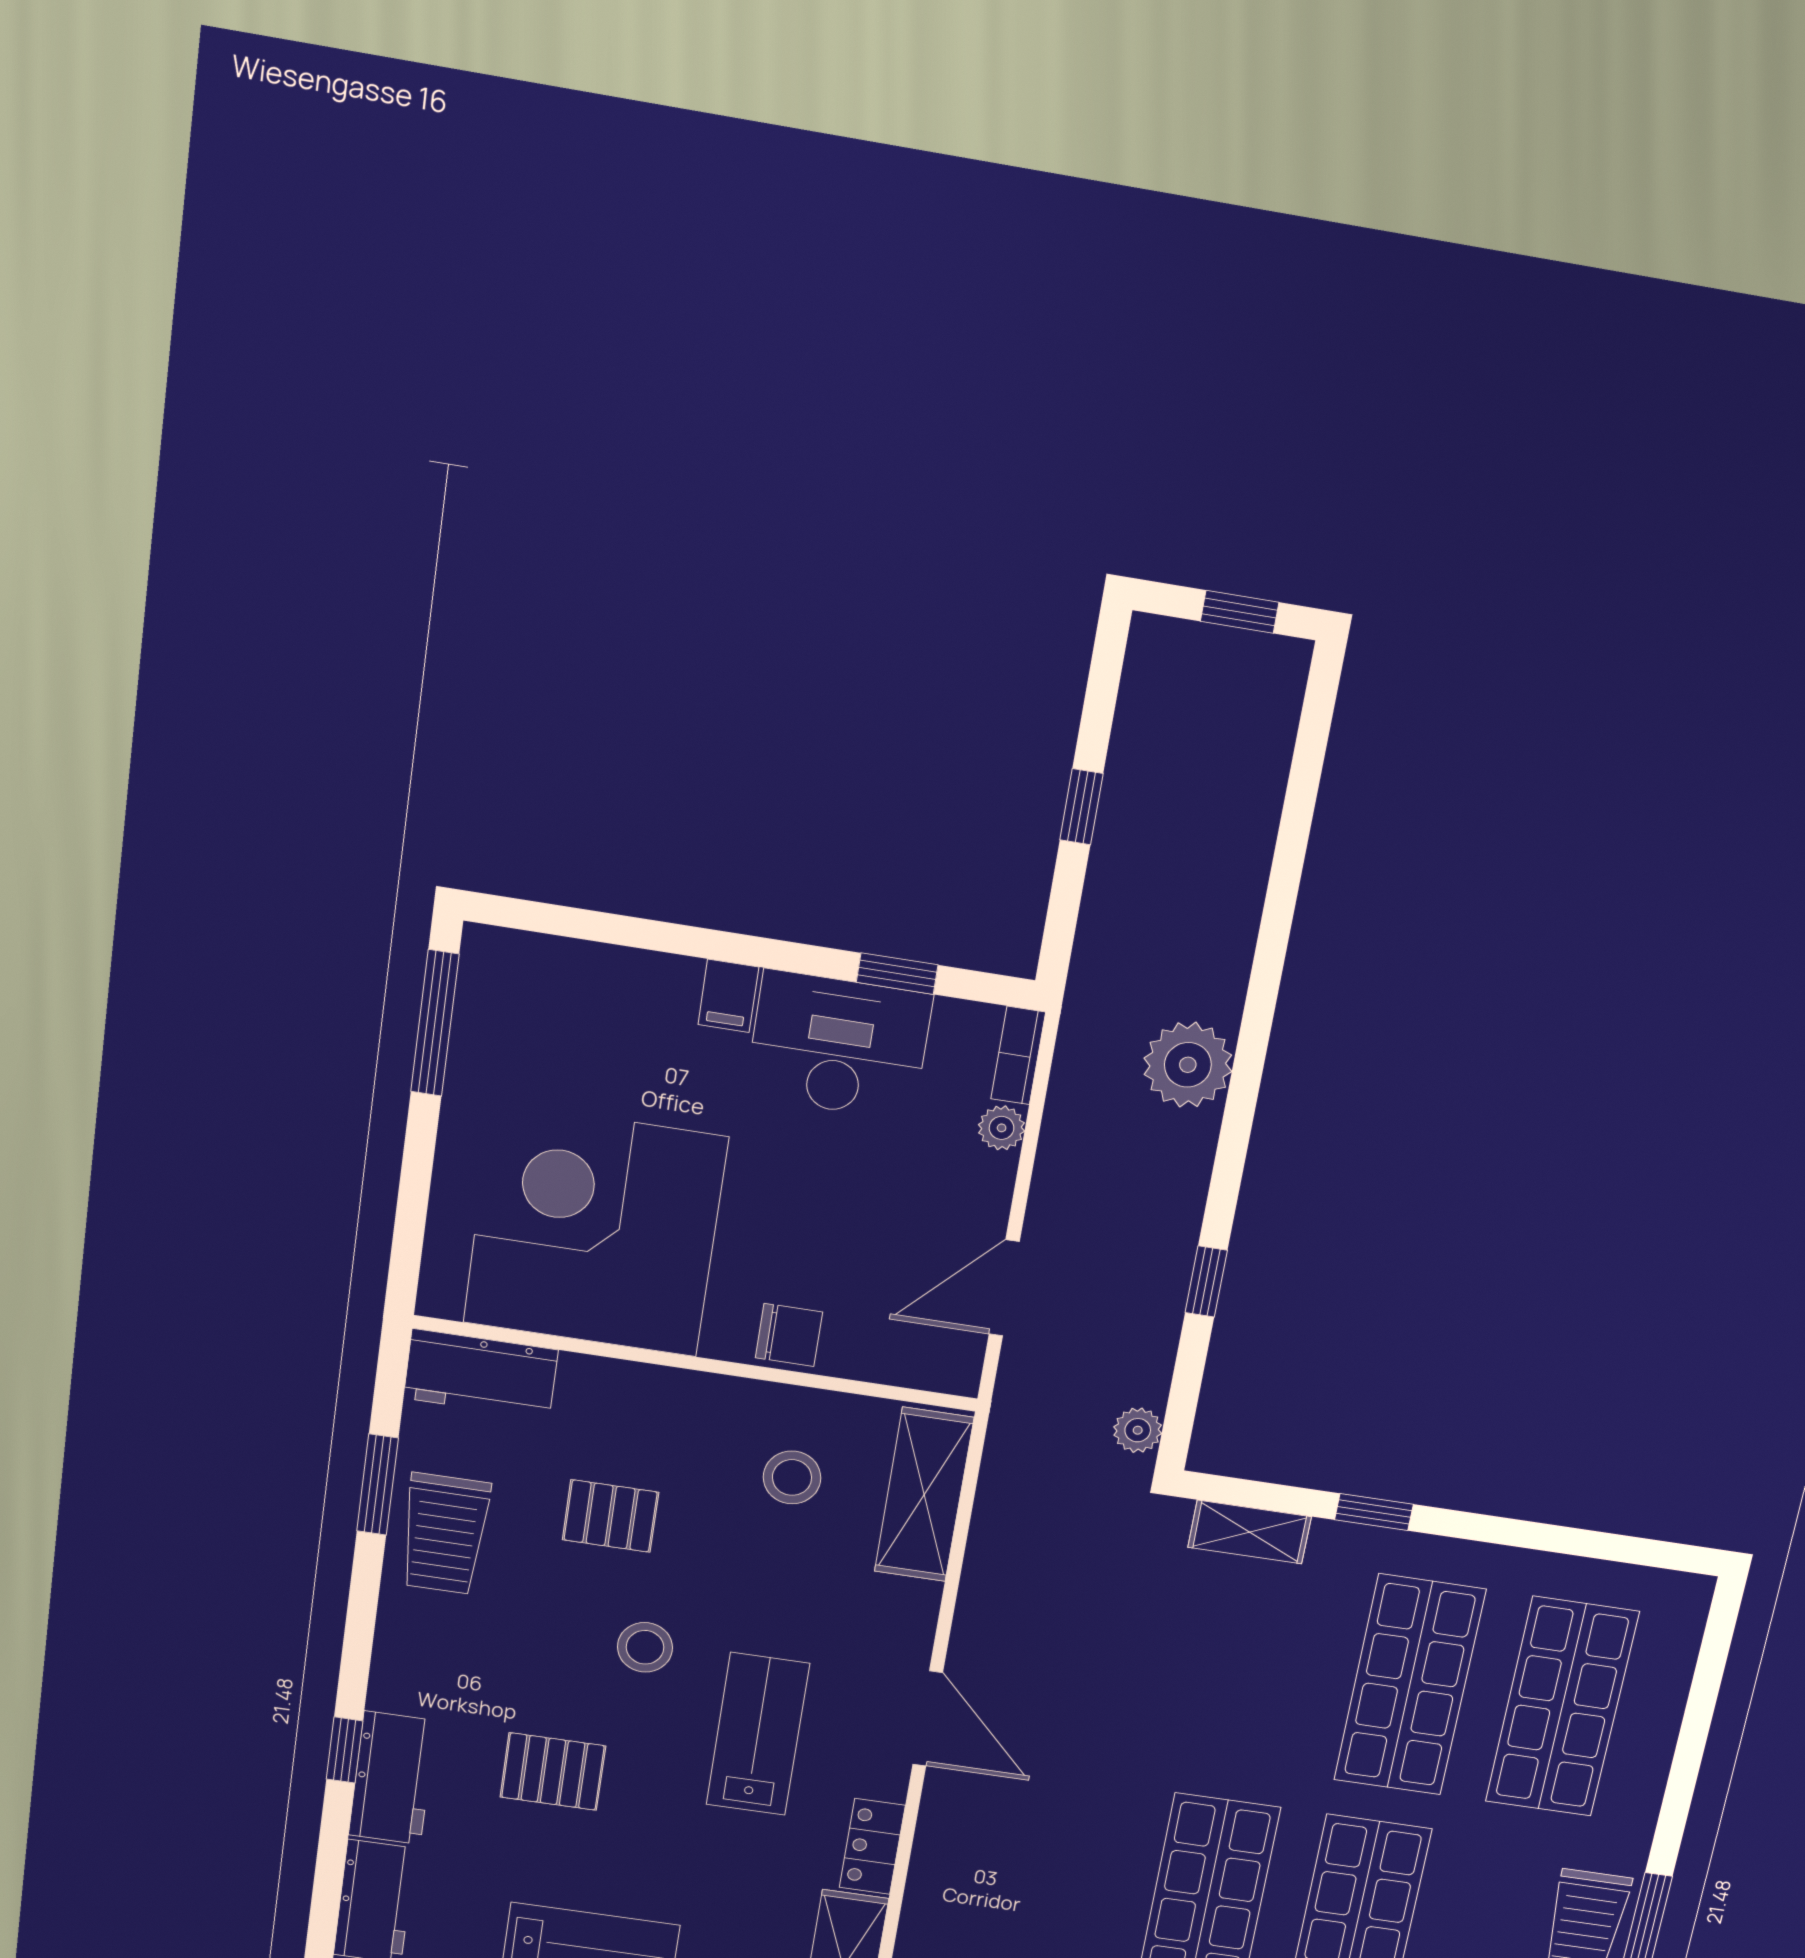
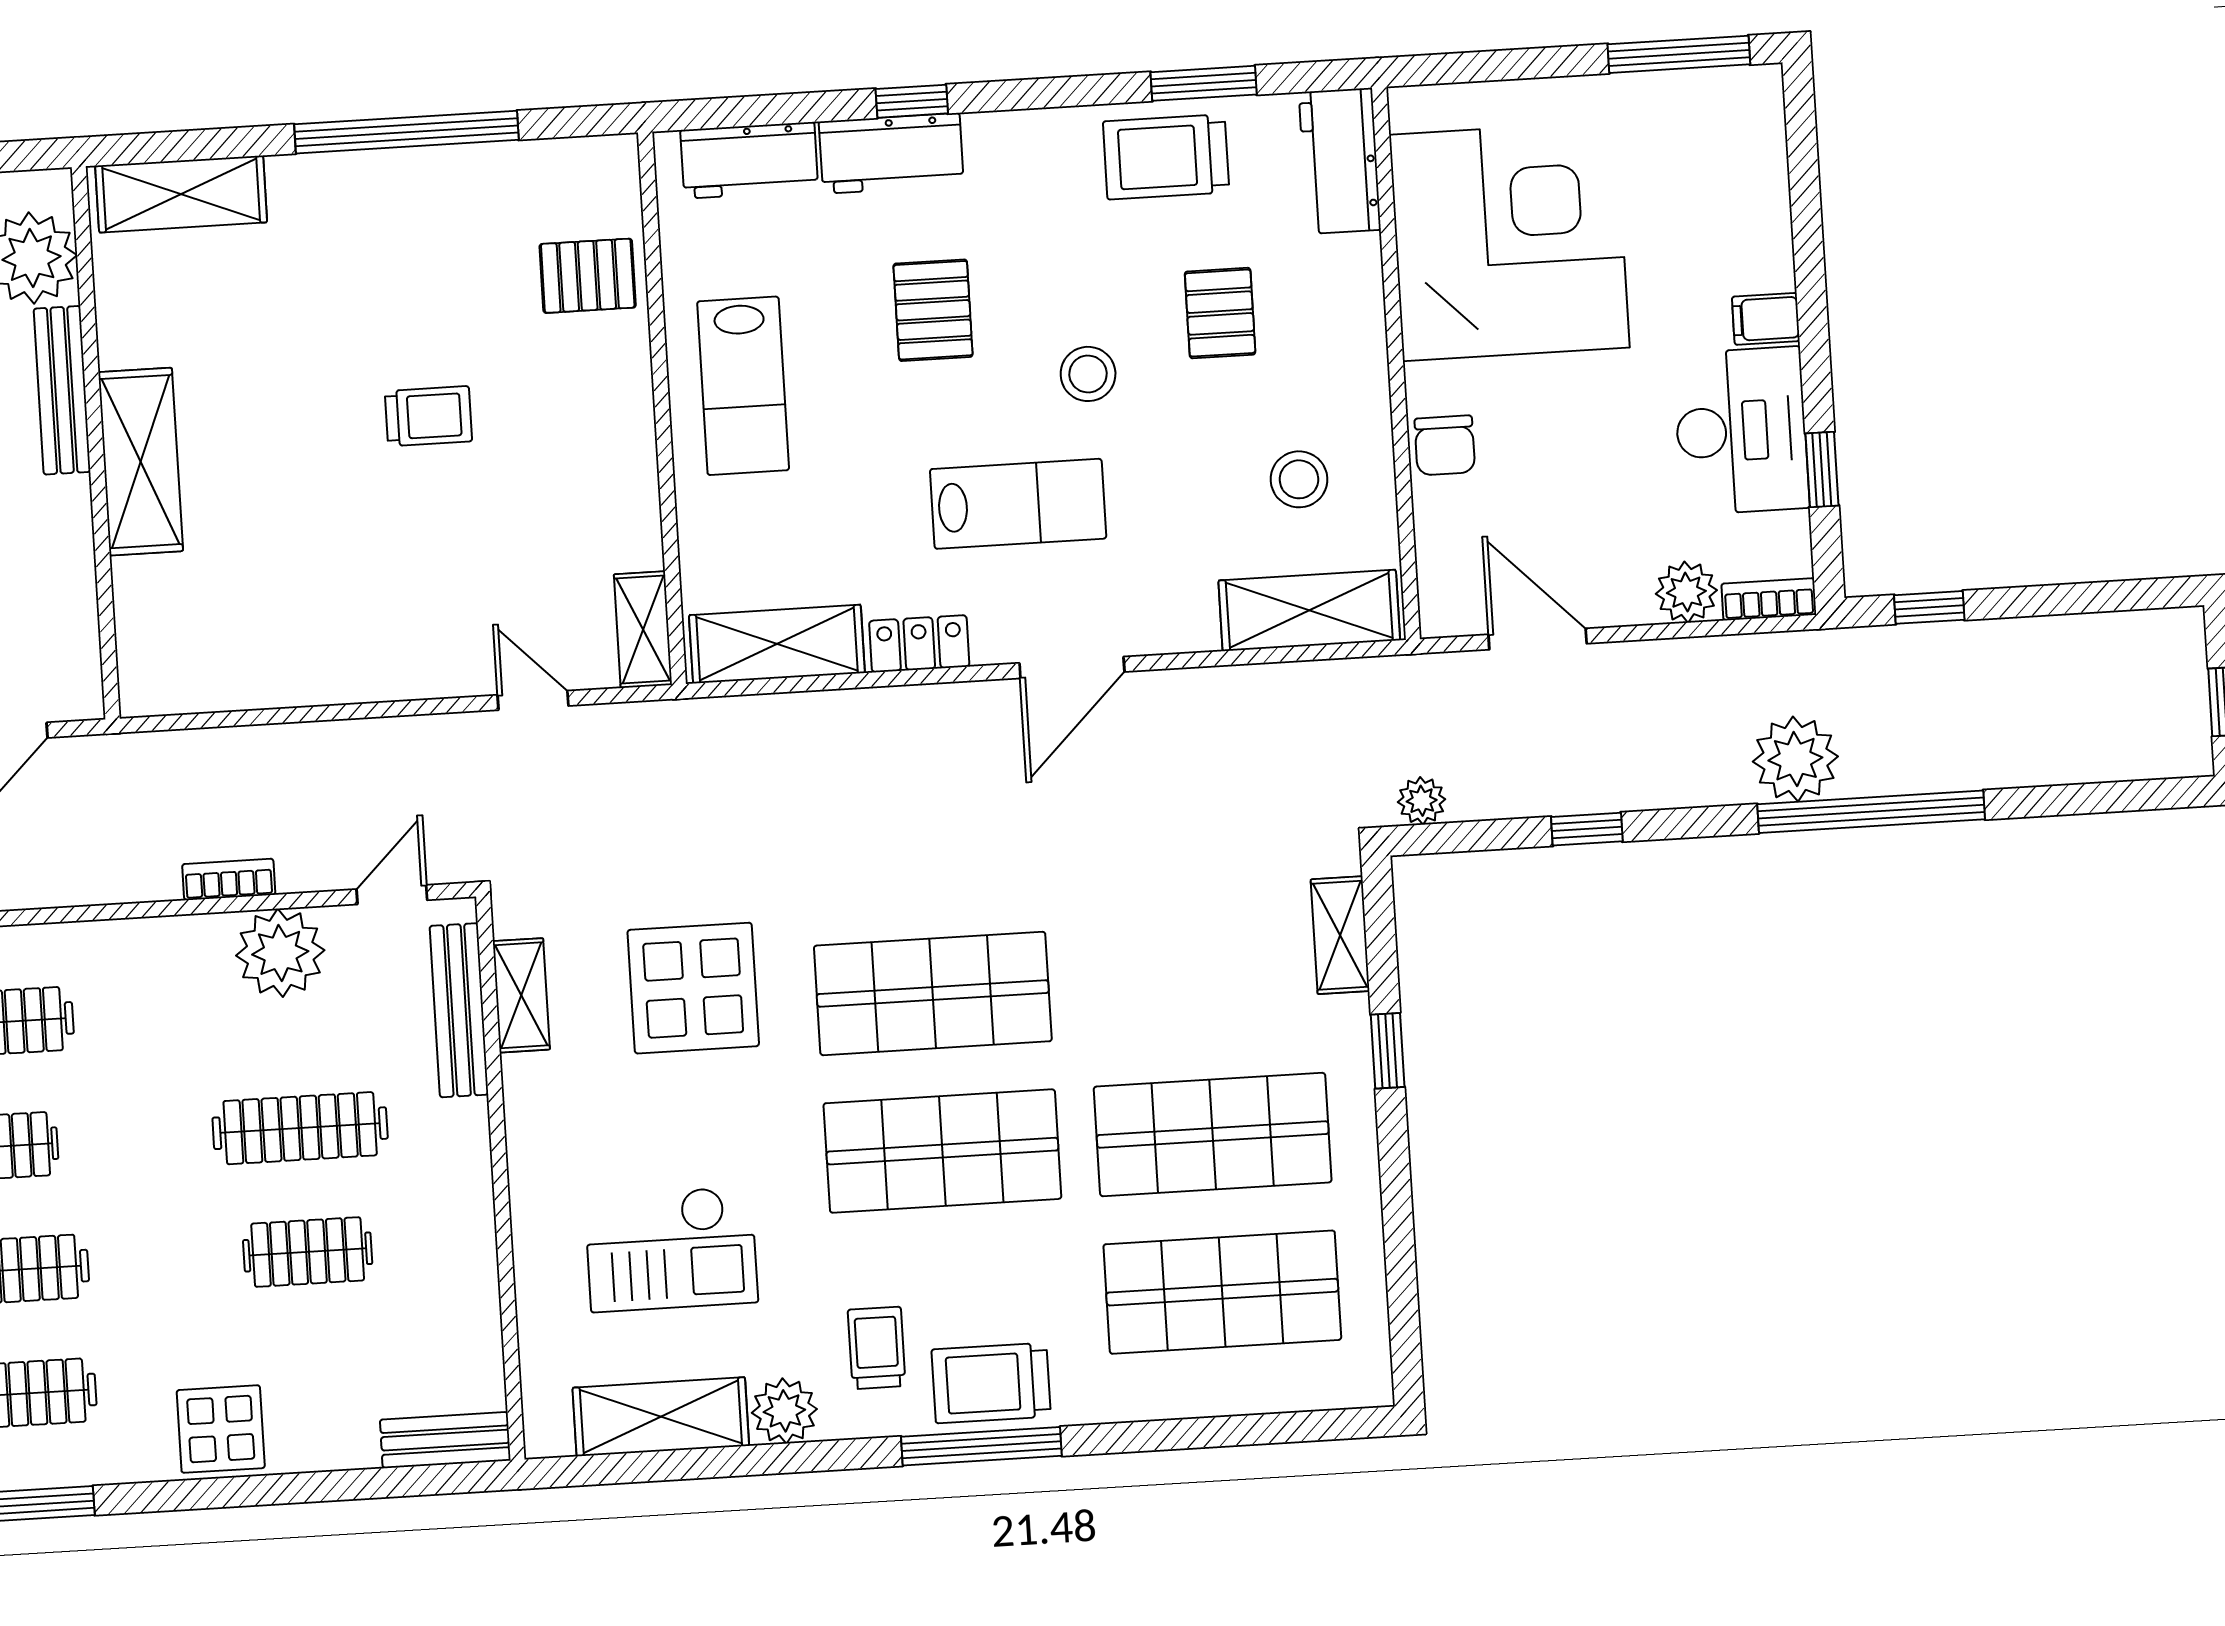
window: (1081, 807) -> (1929, 607), moved
window: (1261, 1002) -> (1871, 812), added
plant: (1002, 1128) -> (1686, 592), width x1.38, depth x1.38

